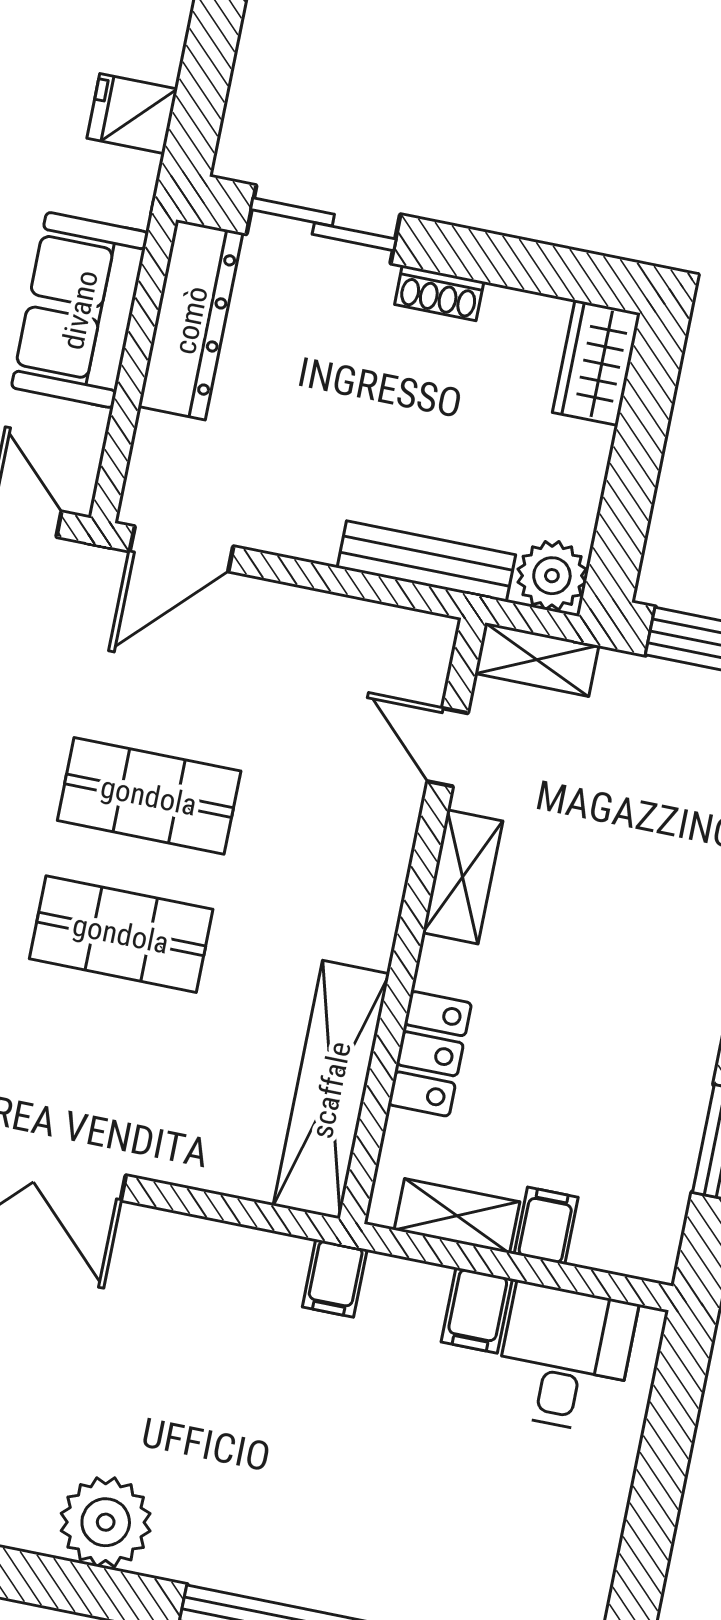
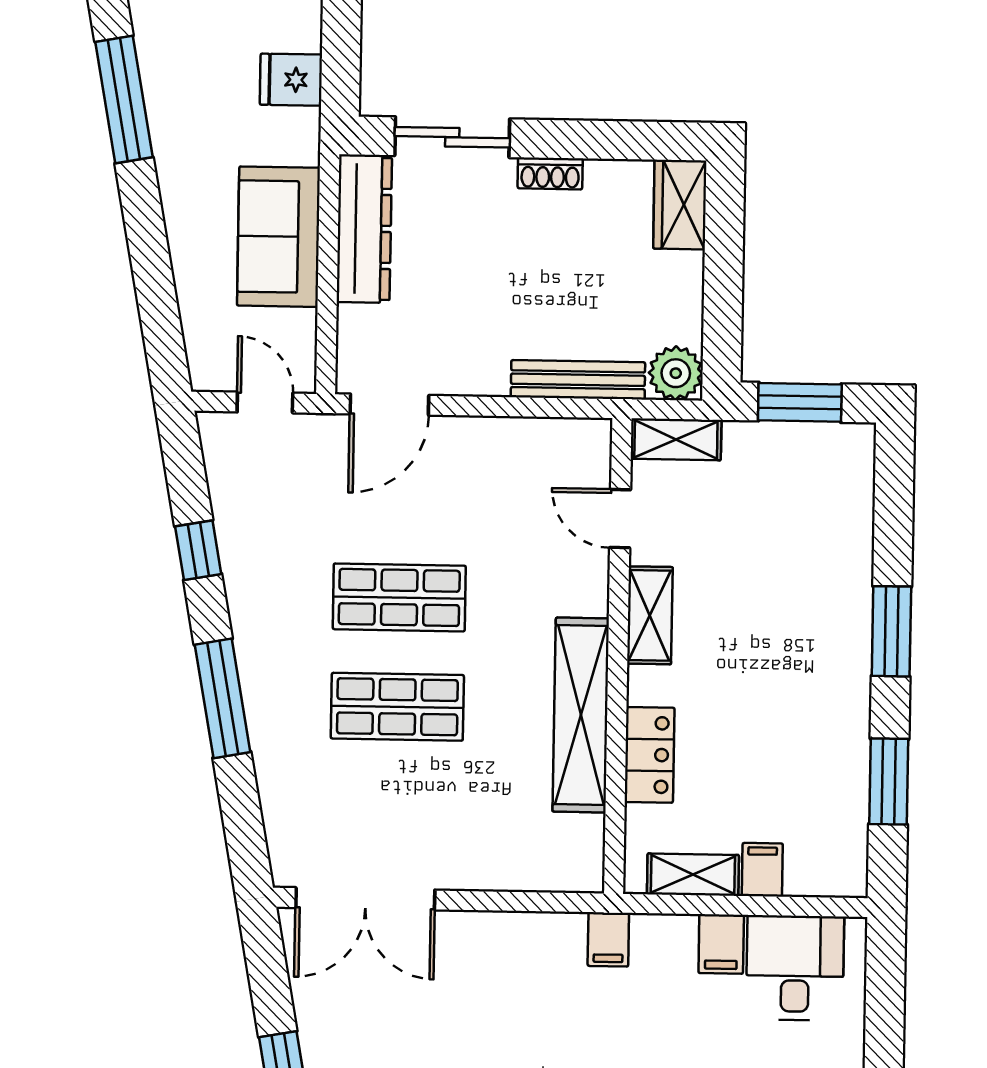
shelving: (331, 1090) -> (581, 715), moved

